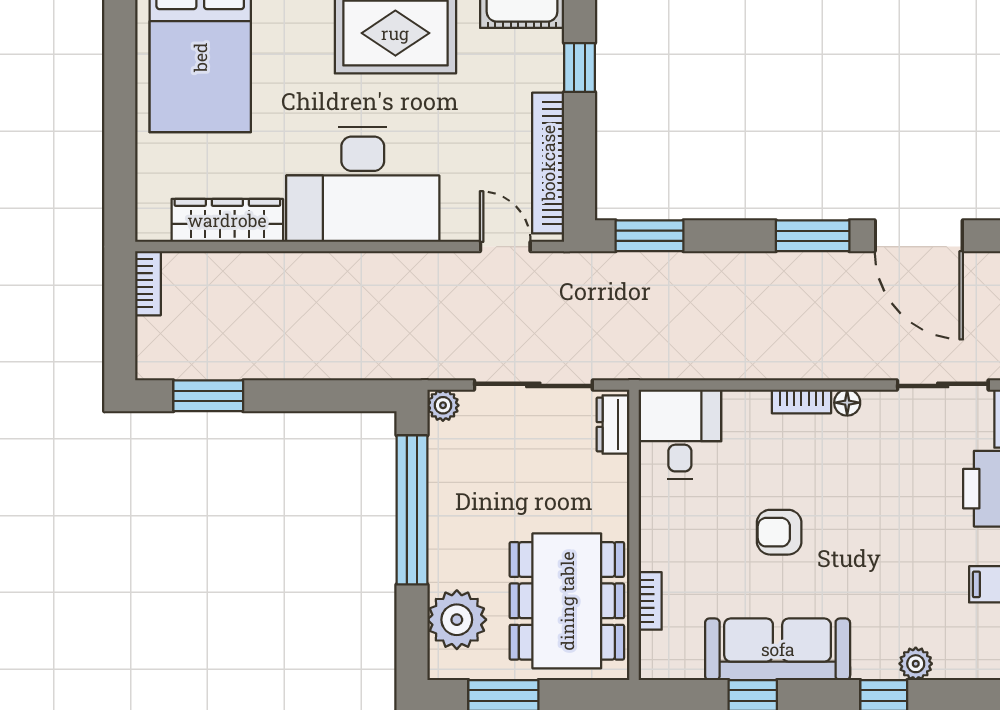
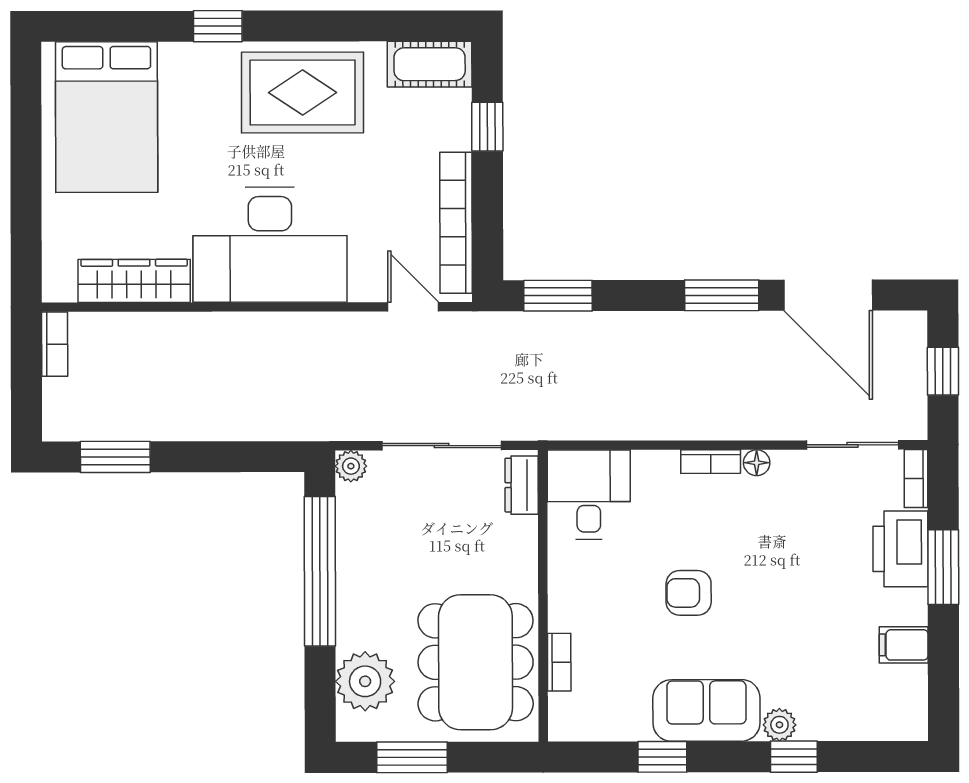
sofa: (778, 649) -> (706, 710), width x0.73
plant: (916, 664) -> (779, 725), moved

